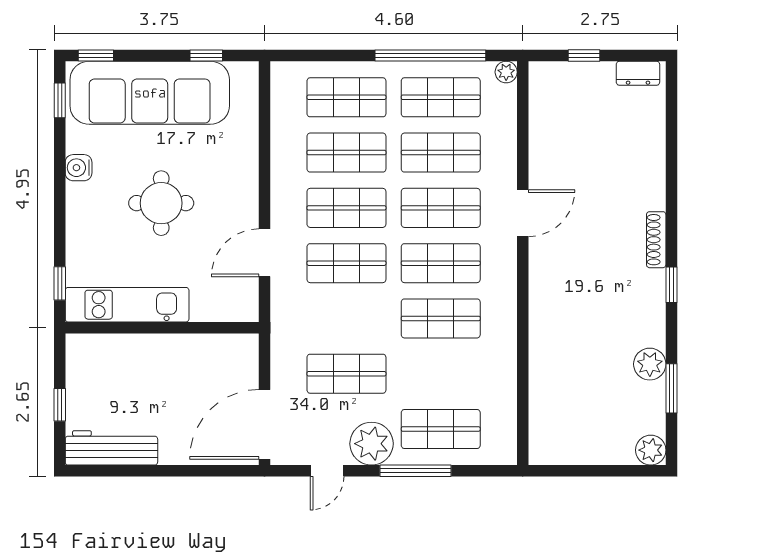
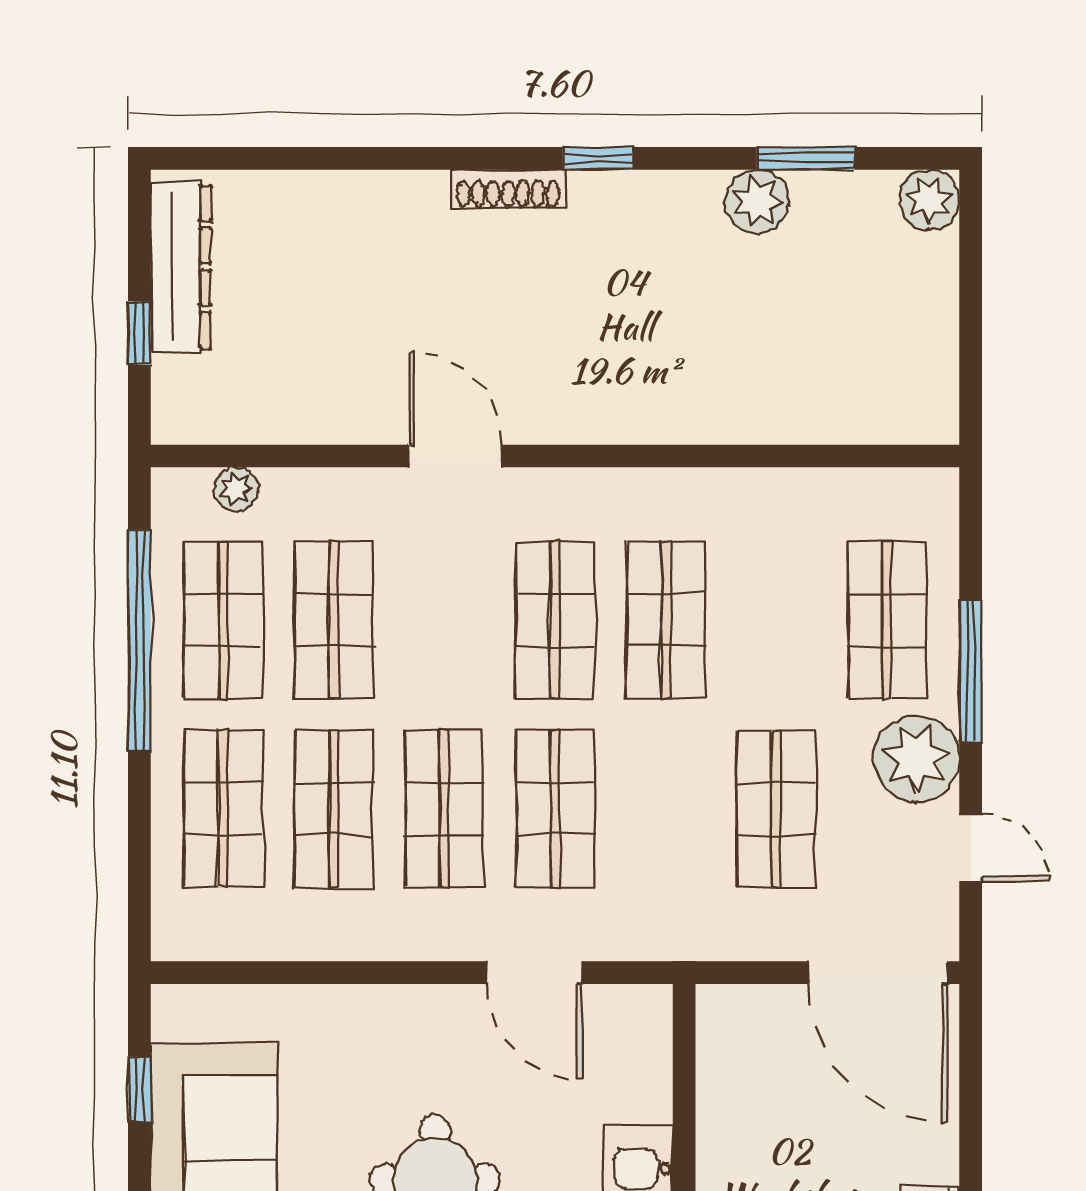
plant: (506, 72) -> (236, 489), moved
dresser: (638, 73) -> (181, 267), width x1.96, depth x1.24
shop shelf: (441, 208) -> (444, 620), removed

